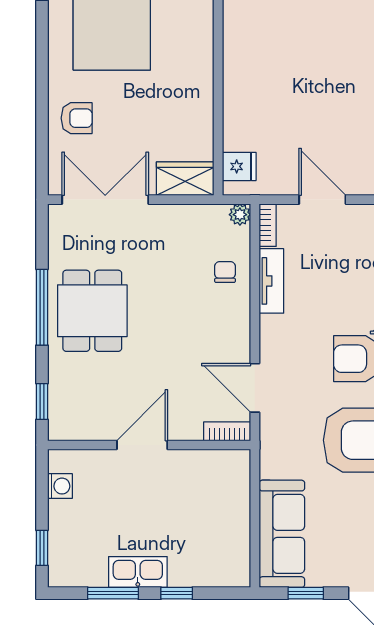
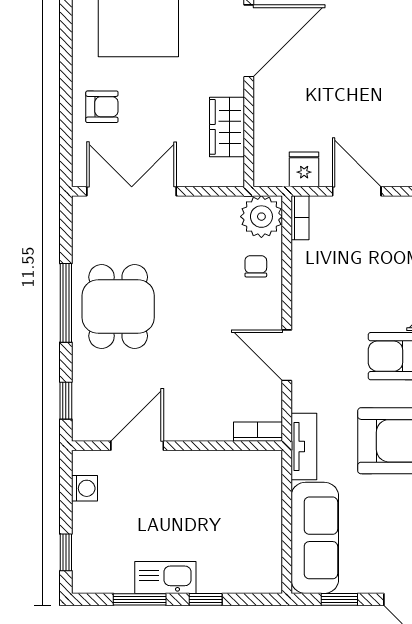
door: (218, 55) -> (249, 41), added
fridge: (239, 166) -> (304, 169), moved, turned -90
wardrobe: (185, 179) -> (227, 127), moved, turned -90
plant: (240, 215) -> (261, 217), width x1.88, depth x1.88
tv unit: (271, 281) -> (304, 446), moved
door: (255, 388) -> (287, 355), moved
door: (142, 445) -> (137, 446), moved

